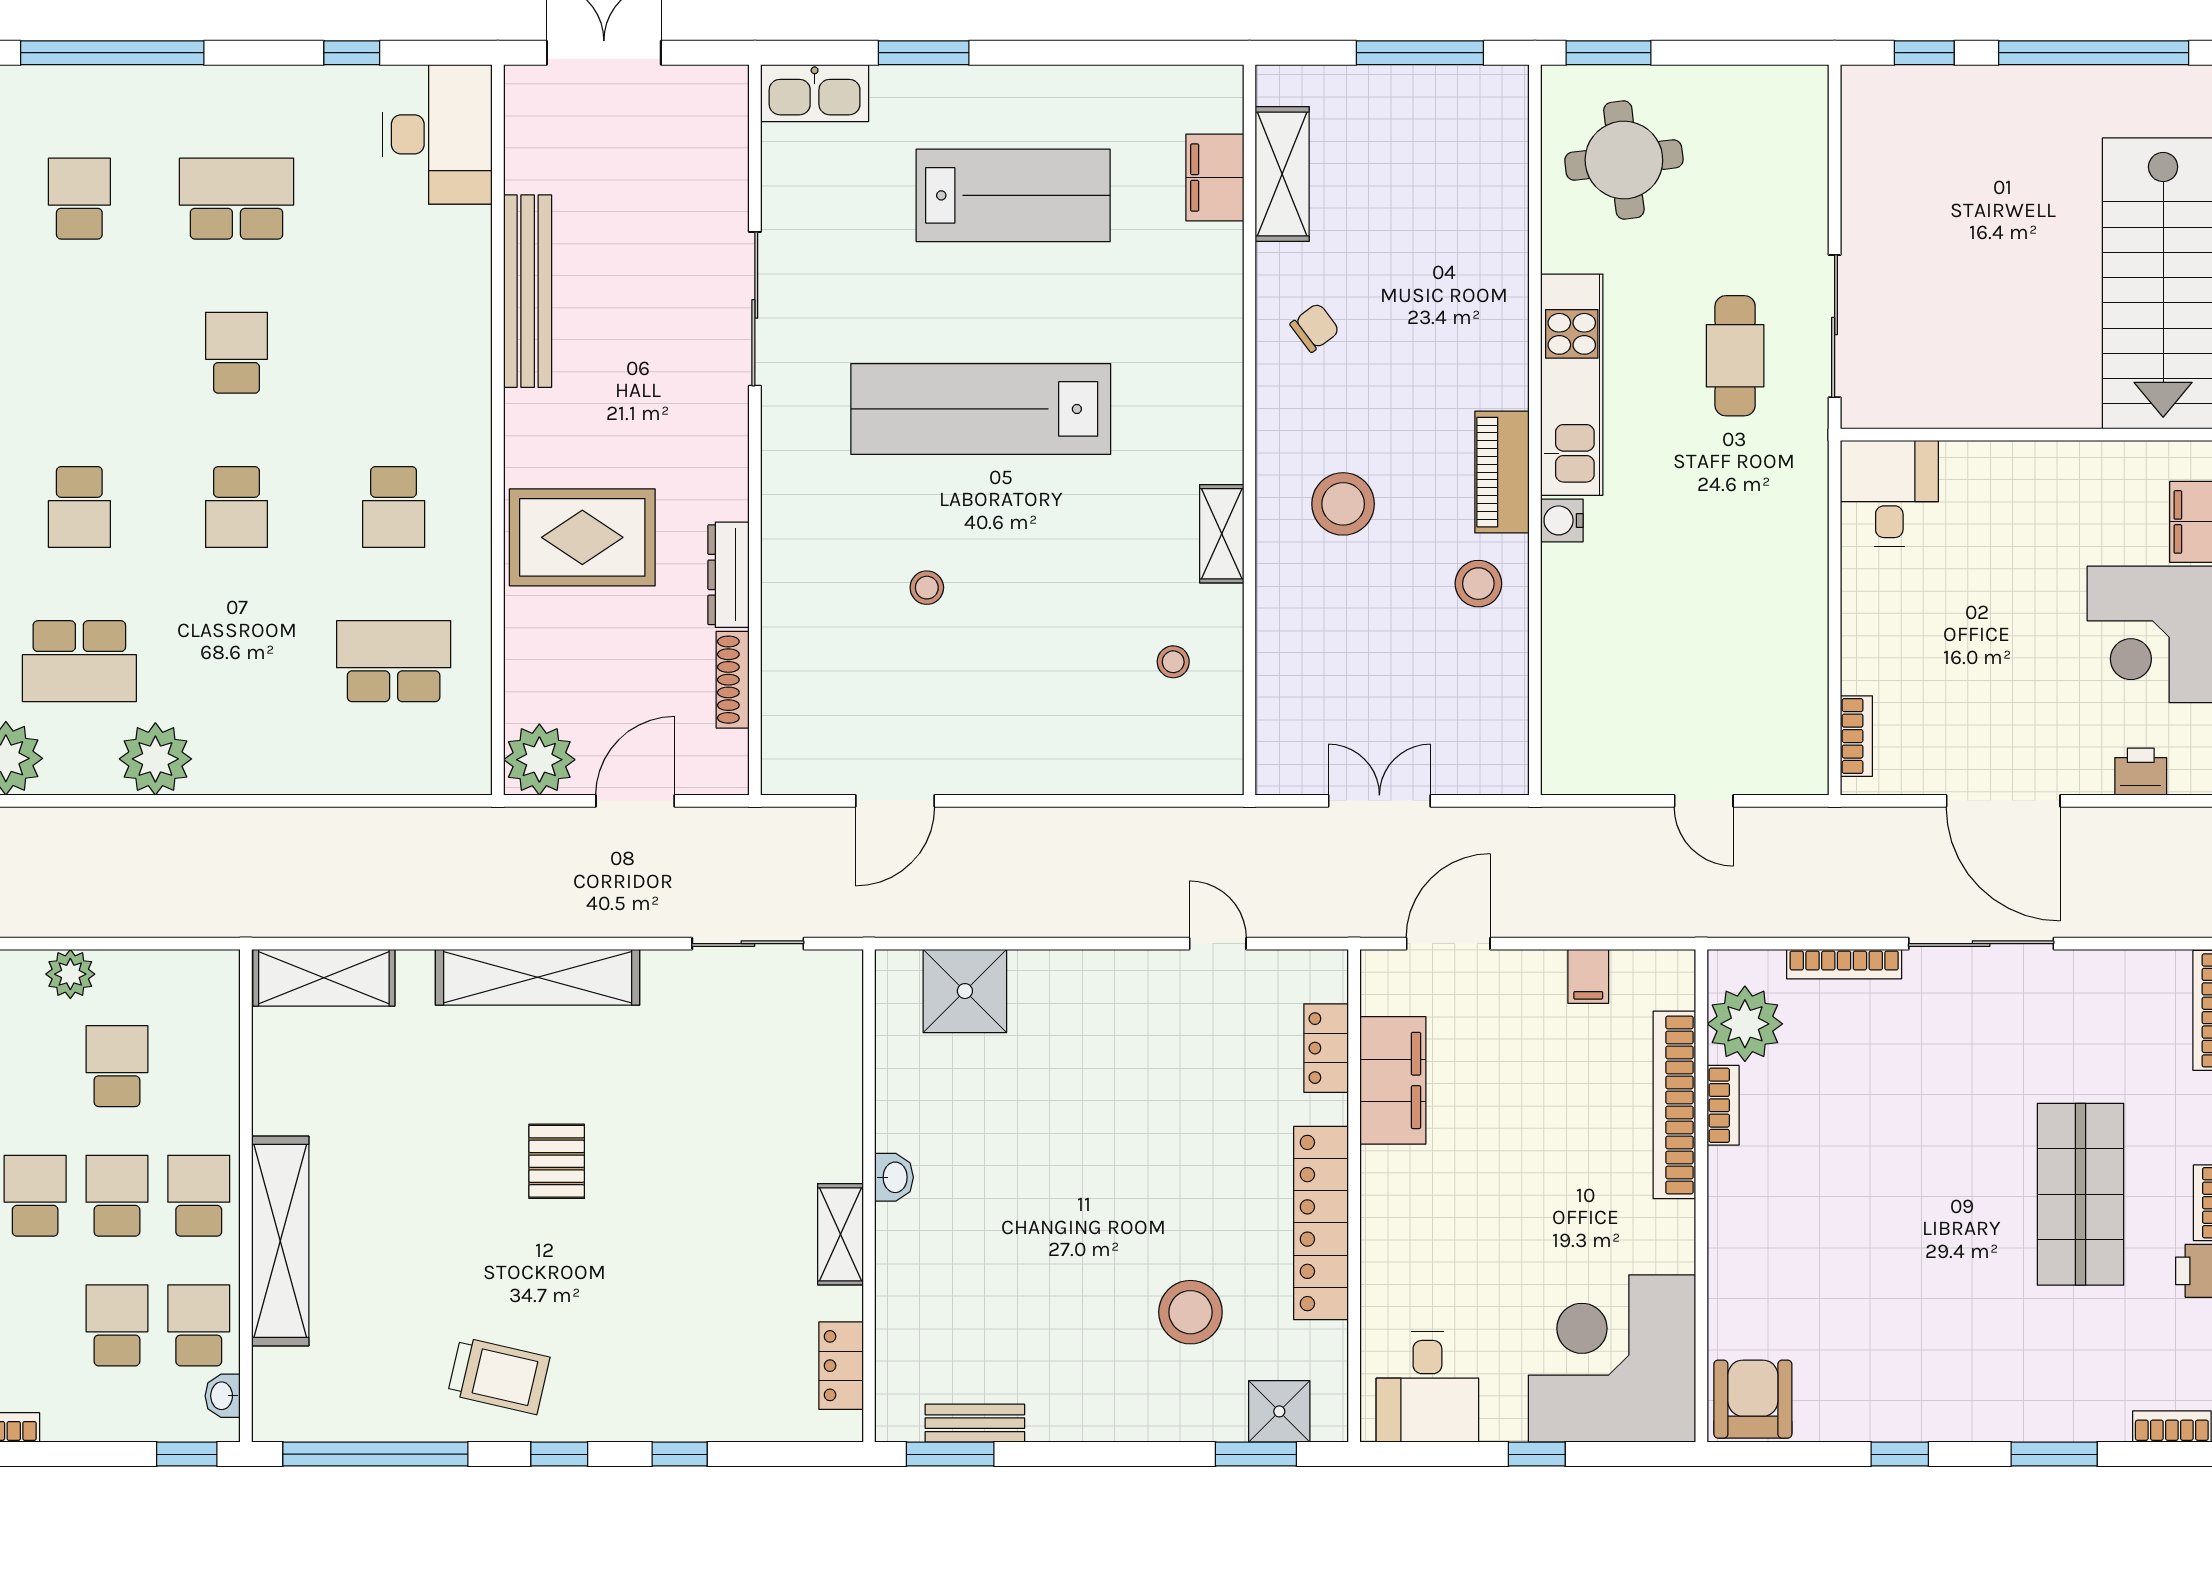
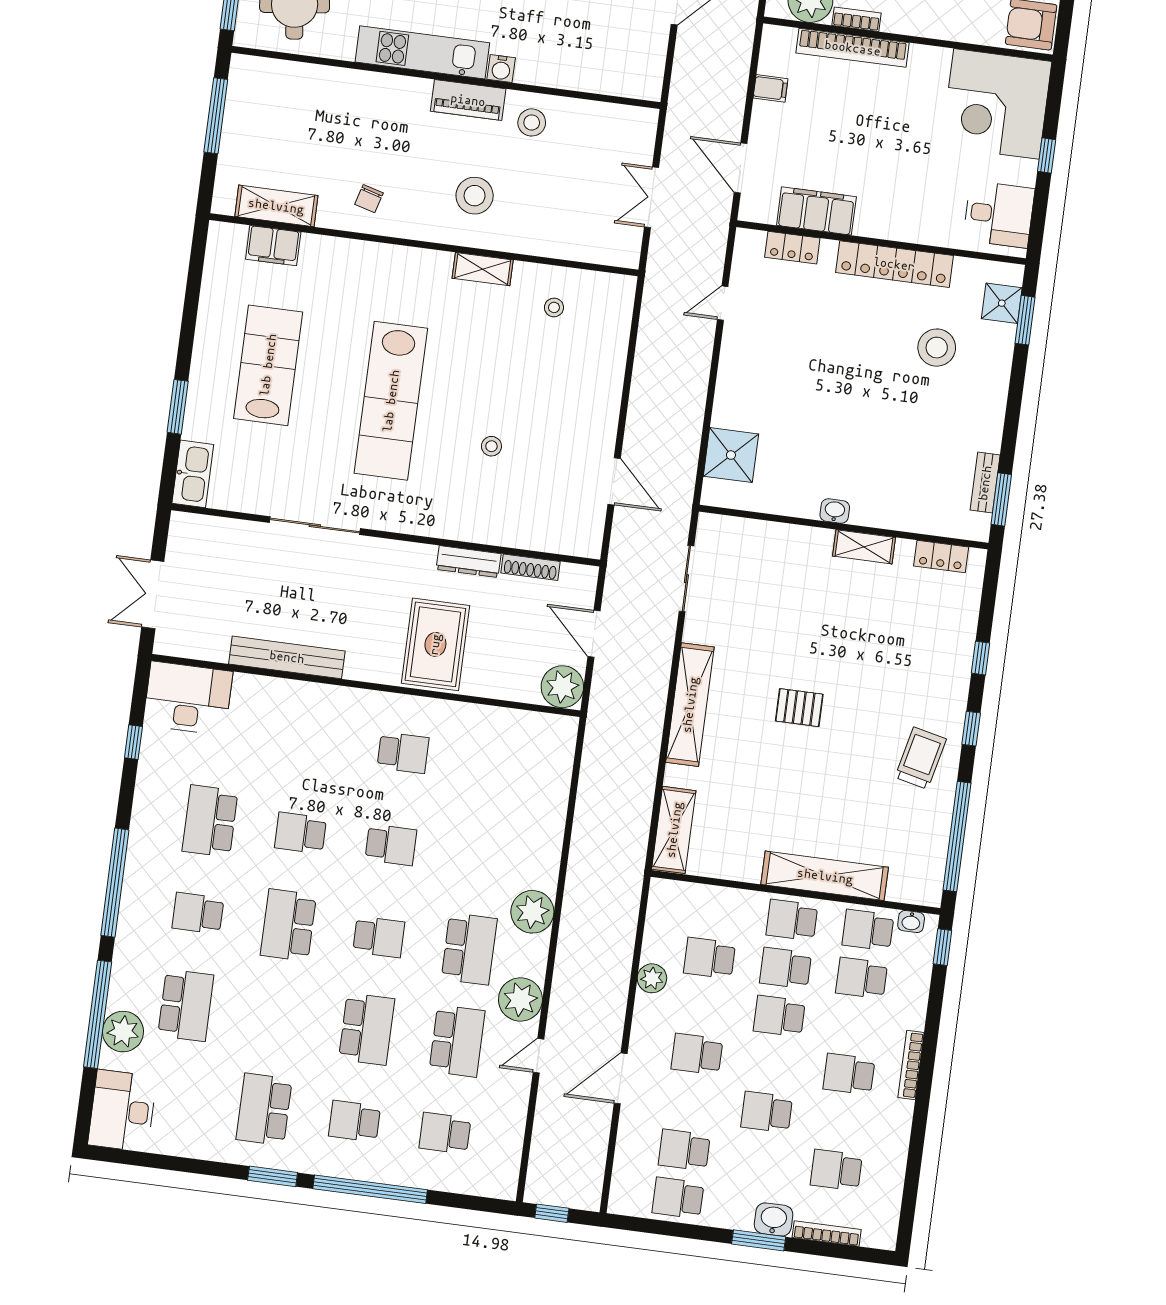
chair: (1315, 328) -> (369, 199), turned -127
school desk: (394, 661) -> (288, 925), moved

